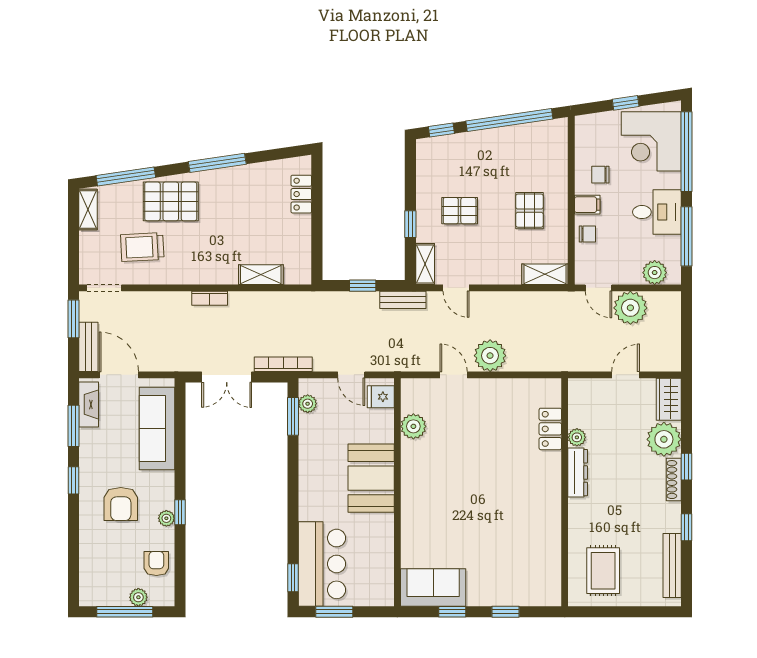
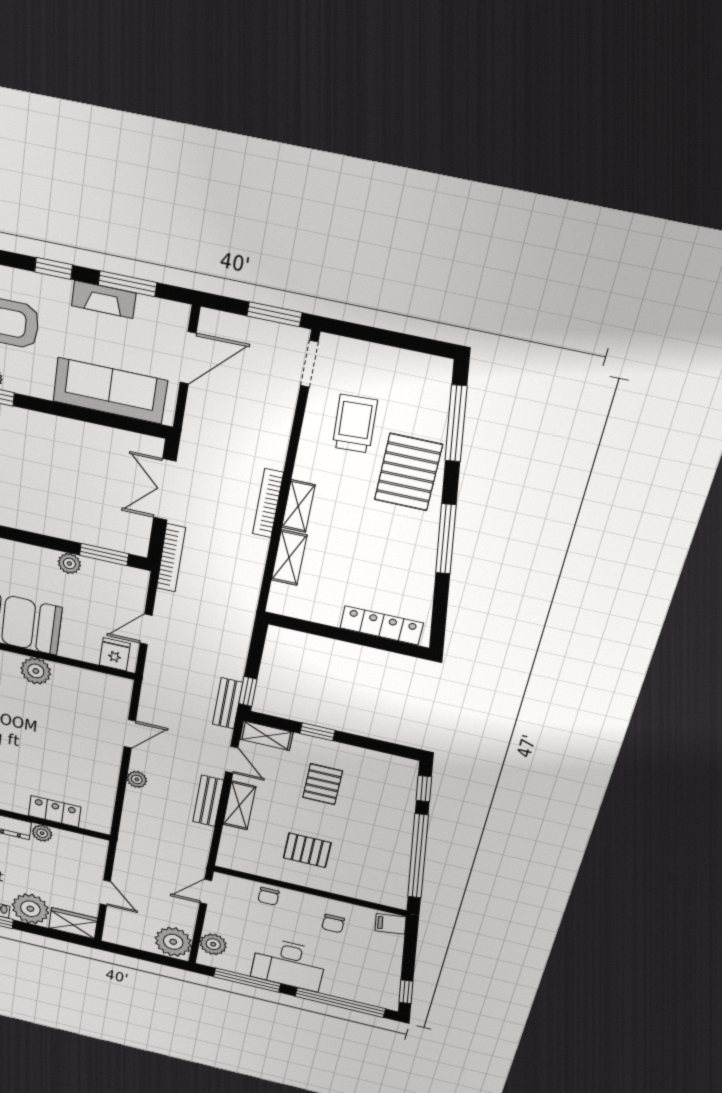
window: (626, 103) -> (406, 992), moved
corner desk: (651, 141) -> (359, 976), removed
chair: (600, 175) -> (333, 924), turned 180
locker: (301, 194) -> (382, 625), width x1.53
filing cabinet: (587, 205) -> (391, 924), moved, turned 82
shelving: (88, 210) -> (298, 506), moved, turned 90
desk: (657, 212) -> (289, 964), width x1.37
shelving: (545, 274) -> (239, 805), moved
window: (363, 286) -> (248, 691), moved
door: (456, 288) -> (232, 760), swing flipped
bookcase: (210, 298) -> (268, 503), width x1.56
plant: (630, 308) -> (173, 942), moved
bench: (88, 347) -> (208, 801), moved, turned 90
plant: (490, 356) -> (137, 779), width x0.53, depth x0.53
fireplace: (89, 404) -> (104, 299), moved
plant: (308, 404) -> (69, 563), moved
plant: (413, 426) -> (36, 671), moved

